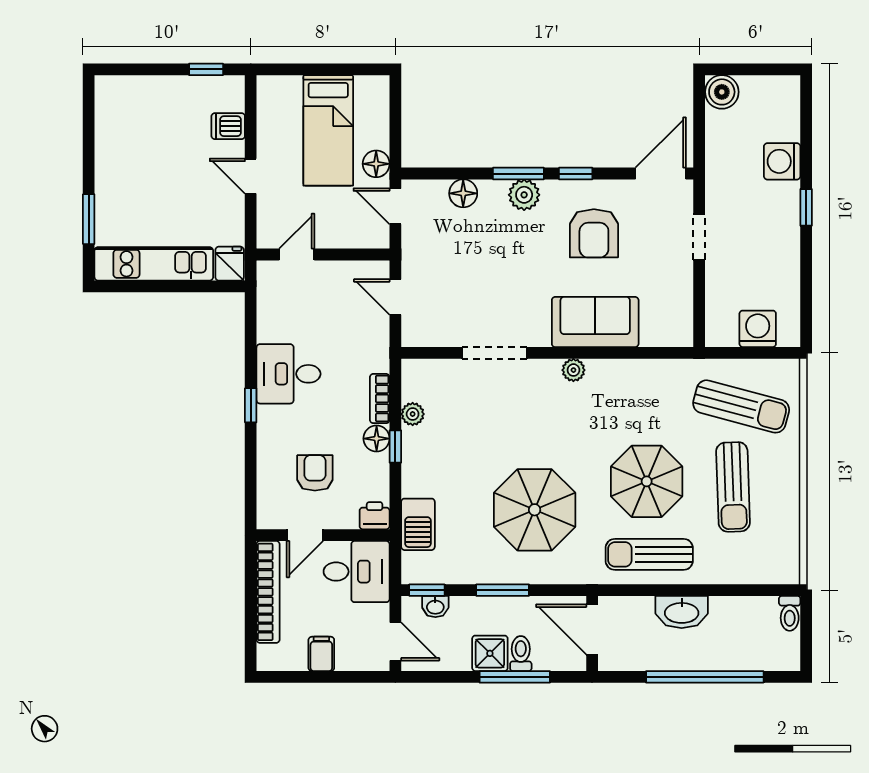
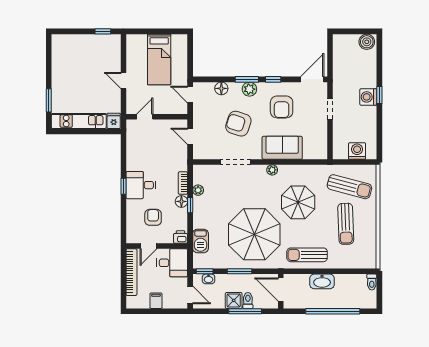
boiler: (722, 92) -> (367, 42), moved
dishwasher: (228, 126) -> (113, 58), removed
washing machine: (782, 161) -> (368, 97), moved
floor lamp: (376, 164) -> (181, 75), removed
armchair: (500, 270) -> (238, 124), added
desk: (289, 374) -> (141, 185), moved
parasol: (647, 481) -> (298, 202), moved
parasol: (535, 510) -> (254, 234), width x1.36, depth x1.36

